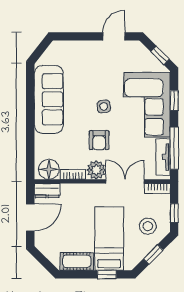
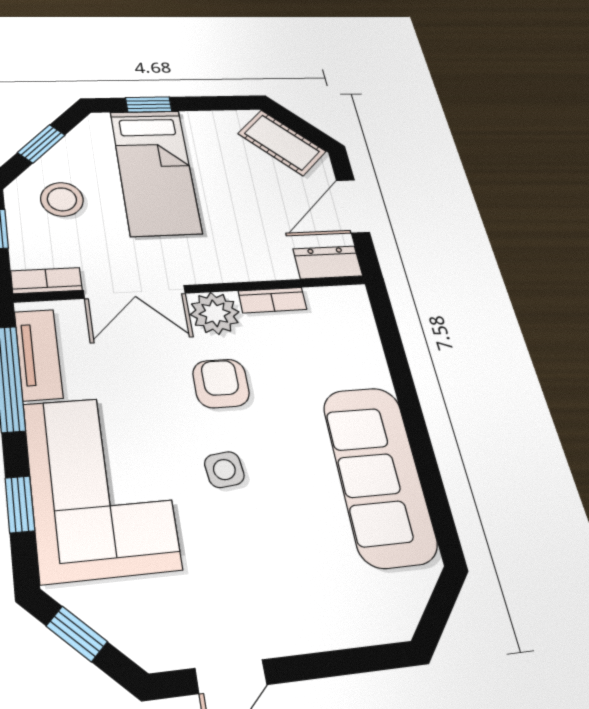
floor lamp: (49, 169) -> (335, 308), removed
cot: (77, 261) -> (282, 142), moved, turned 45

